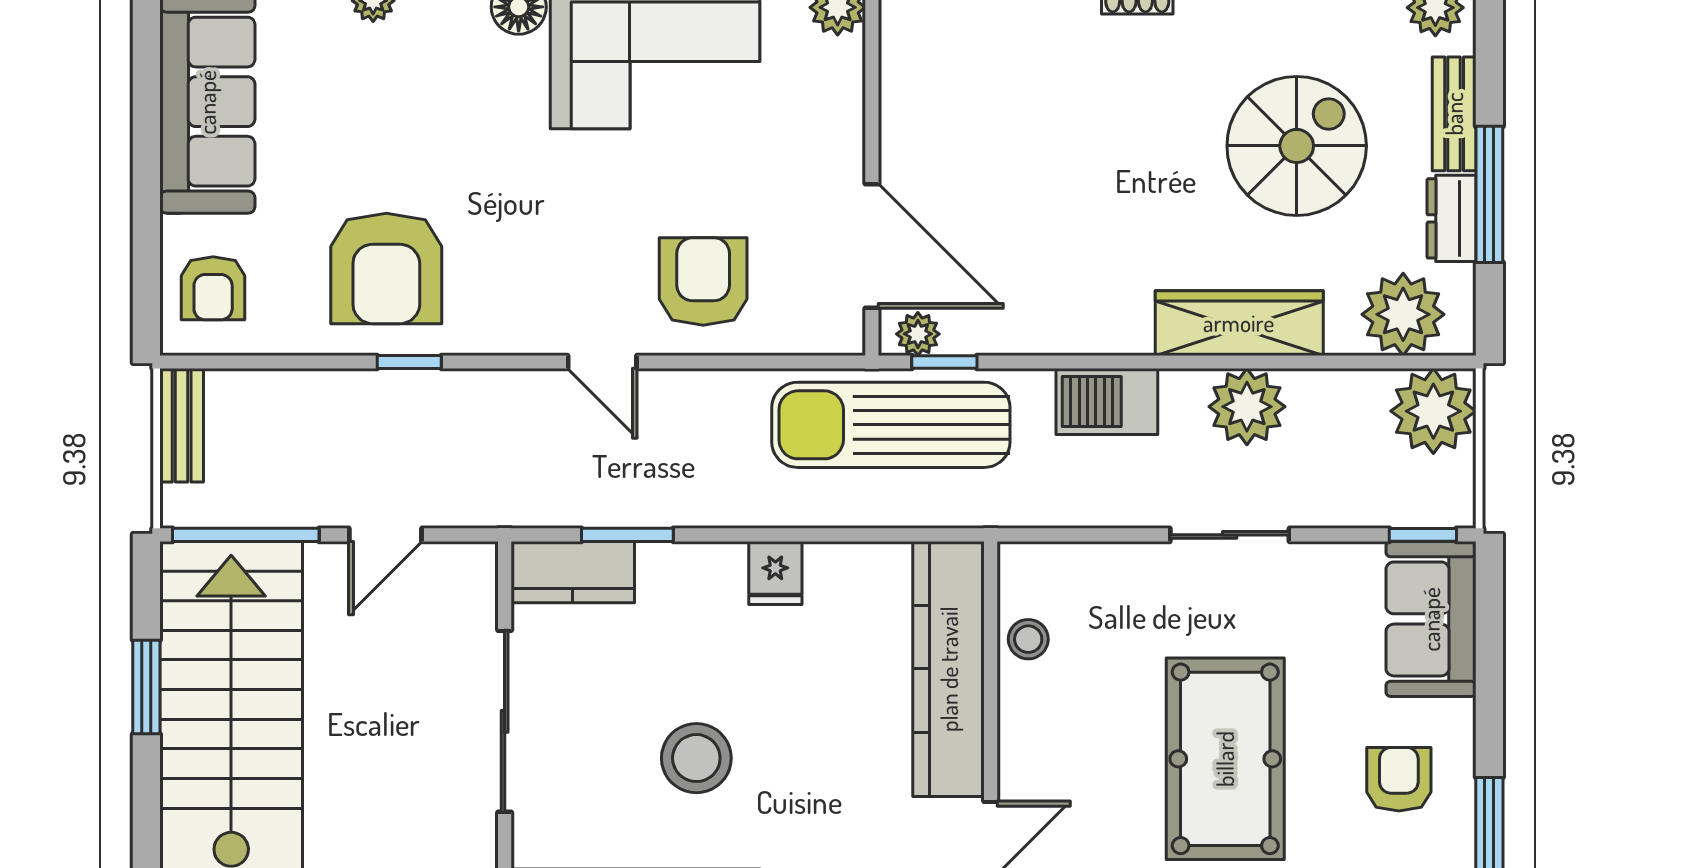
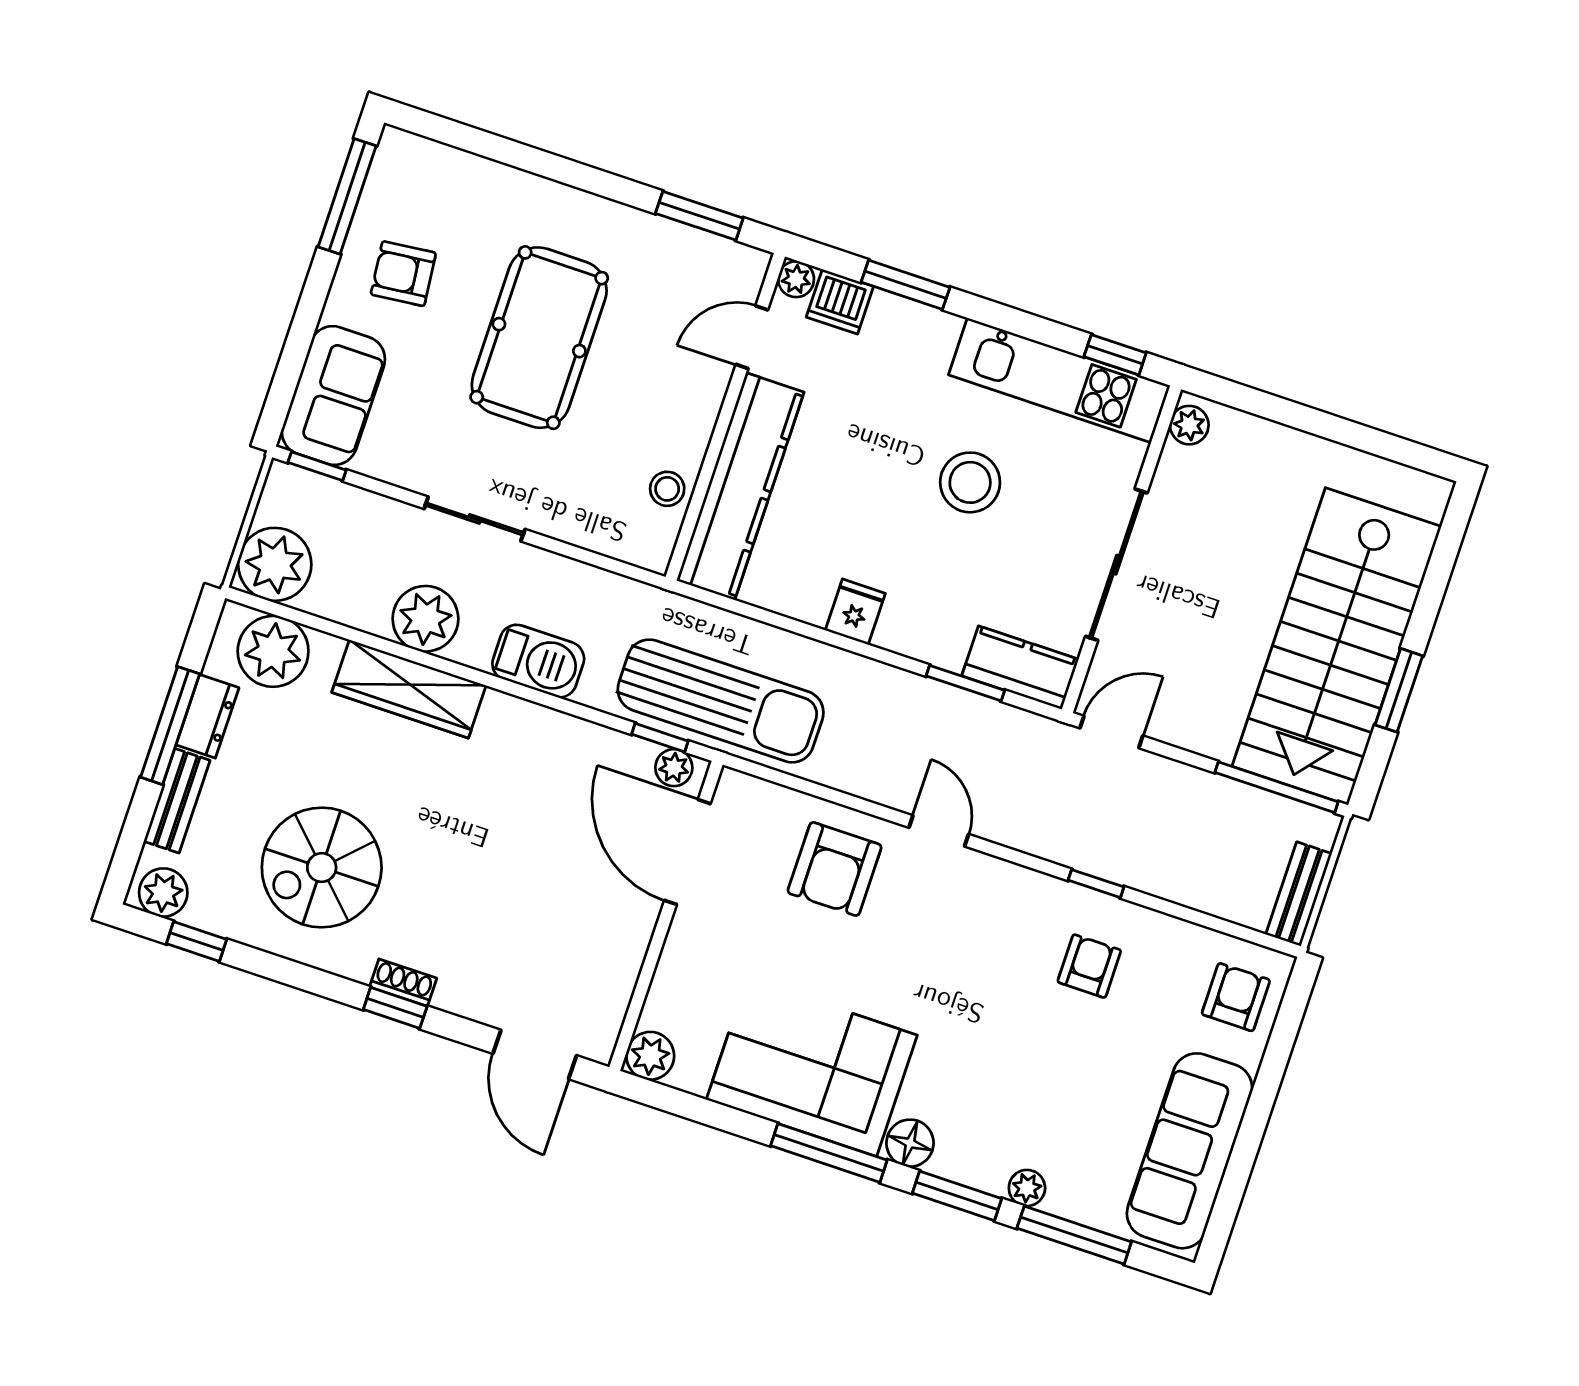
spiral stairs: (1297, 146) -> (322, 868), moved
armchair: (386, 268) -> (1089, 966), width x0.53, depth x0.53
door: (385, 535) -> (1111, 732), moved
armchair: (1399, 779) -> (403, 274), turned 84

